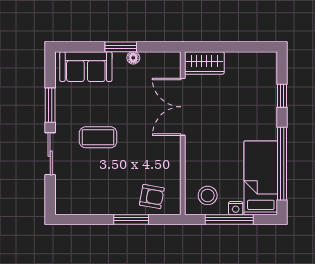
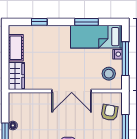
cot: (245, 62) -> (16, 48), added
double door: (183, 107) -> (72, 91), moved
window: (282, 164) -> (87, 22), width x0.47

